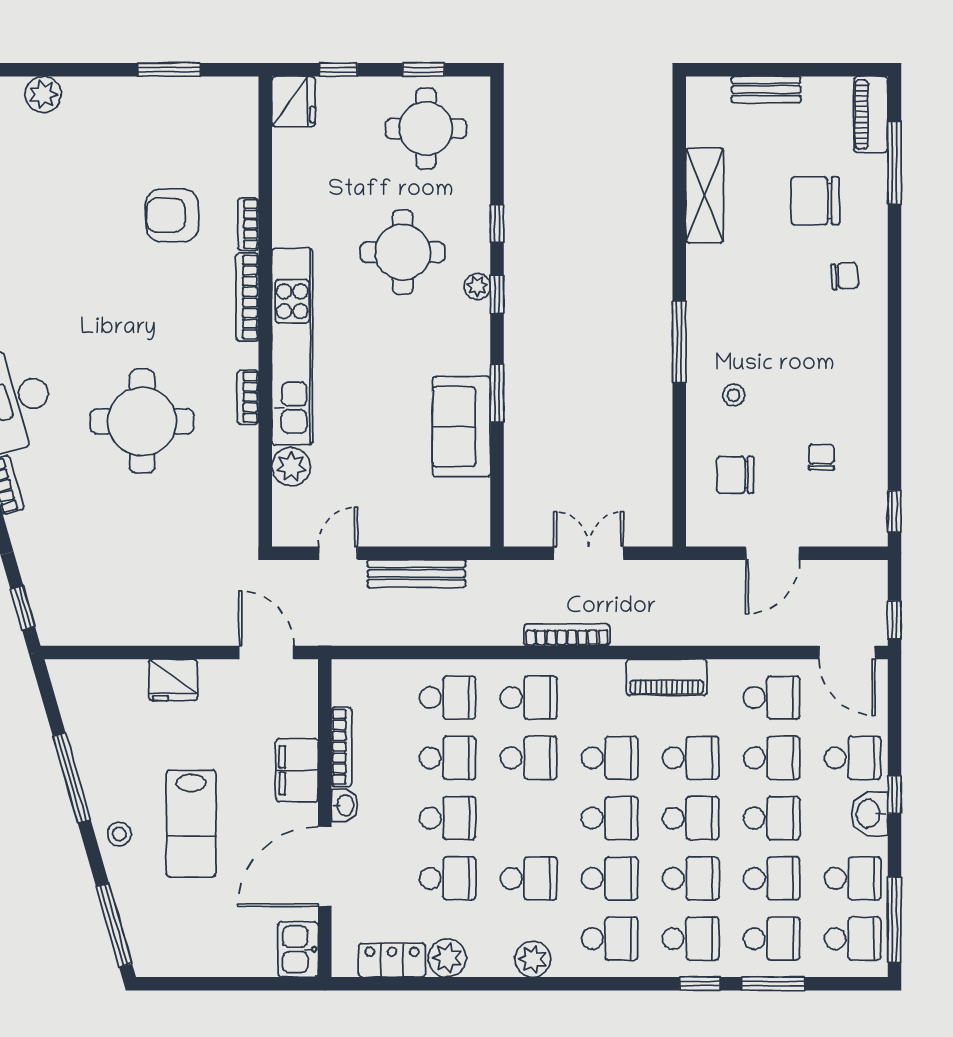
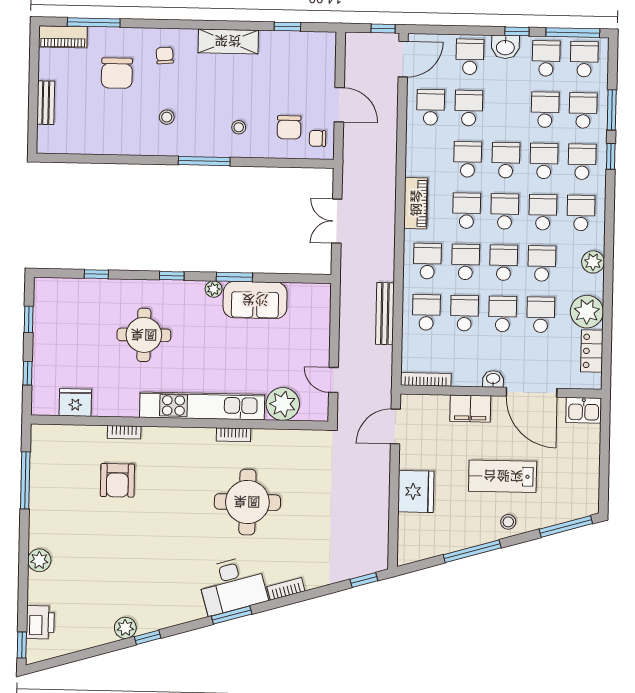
window: (169, 70) -> (25, 480), width x1.44
fridge: (294, 102) -> (75, 403), moved
round table: (426, 129) -> (66, 318), removed
shelving: (705, 195) -> (228, 41), moved
window: (497, 224) -> (96, 274), moved
stool: (747, 281) -> (167, 117), added
plant: (477, 287) -> (214, 289), moved
bookcase: (247, 297) -> (170, 434), removed
chair: (821, 457) -> (318, 138), moved
plant: (291, 467) -> (283, 404), width x1.36, depth x1.36
window: (894, 511) -> (287, 27), moved
bench: (416, 574) -> (385, 314), moved
bookcase: (567, 635) -> (388, 236), removed
piano: (667, 677) -> (416, 203), moved
fridge: (173, 680) -> (416, 491), width x1.36, depth x1.34
bookcase: (342, 747) -> (426, 379), moved
window: (894, 795) -> (517, 31), moved
school desk: (772, 818) -> (504, 263), moved
lab bench: (191, 823) -> (503, 476), turned 180
plant: (447, 958) -> (587, 312), width x1.36, depth x1.36

